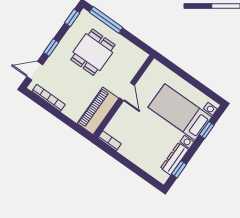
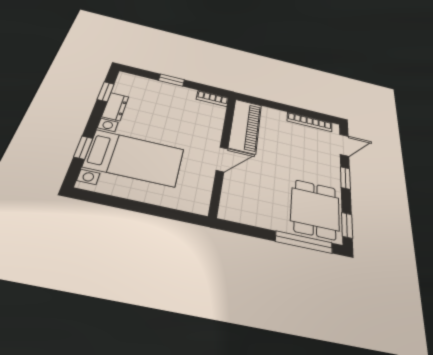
dining table: (93, 52) -> (315, 209), moved
door: (127, 92) -> (222, 159), swing flipped
dresser: (174, 159) -> (115, 107), width x0.70
window: (131, 166) -> (172, 80), added

